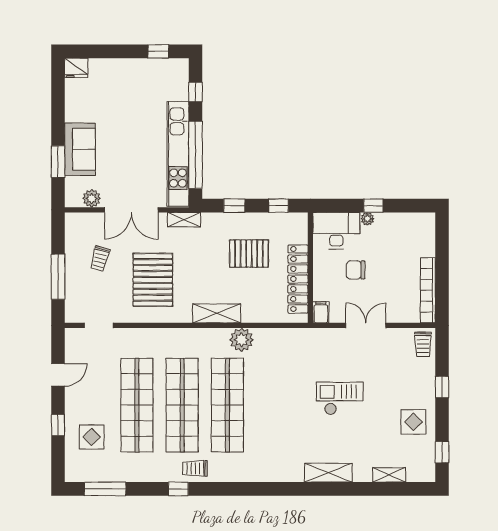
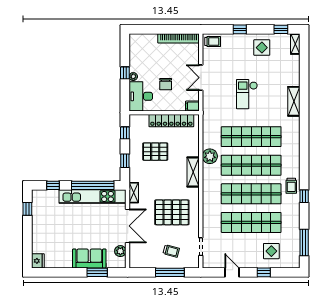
pallet: (249, 254) -> (155, 152), turned 90
trolley: (100, 259) -> (171, 251), moved
shop shelf: (273, 405) -> (251, 137), added
shelving: (389, 475) -> (295, 44), moved

